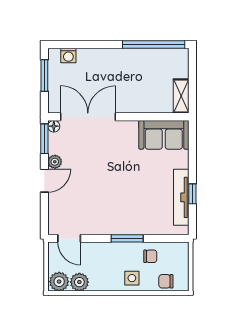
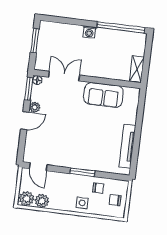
washing machine: (68, 56) -> (89, 32), moved
double door: (88, 117) -> (64, 76), width x0.73
sofa: (164, 135) -> (103, 95), moved
window: (192, 194) -> (136, 145), removed
chair: (166, 281) -> (115, 200), moved

